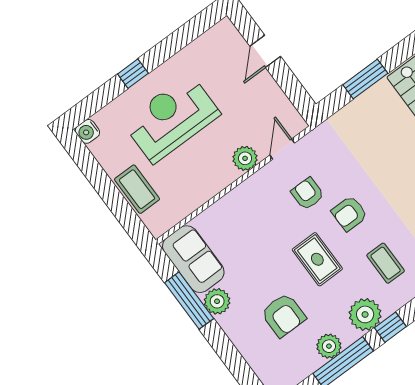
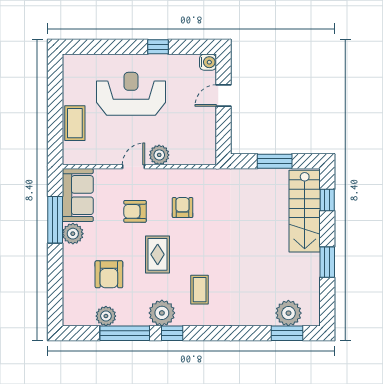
window: (133, 74) -> (158, 47), moved
water cooler: (87, 131) -> (208, 62), moved, turned 180
door: (282, 149) -> (133, 167), moved
armchair: (349, 213) -> (135, 211), moved
plant: (329, 346) -> (106, 316), moved

